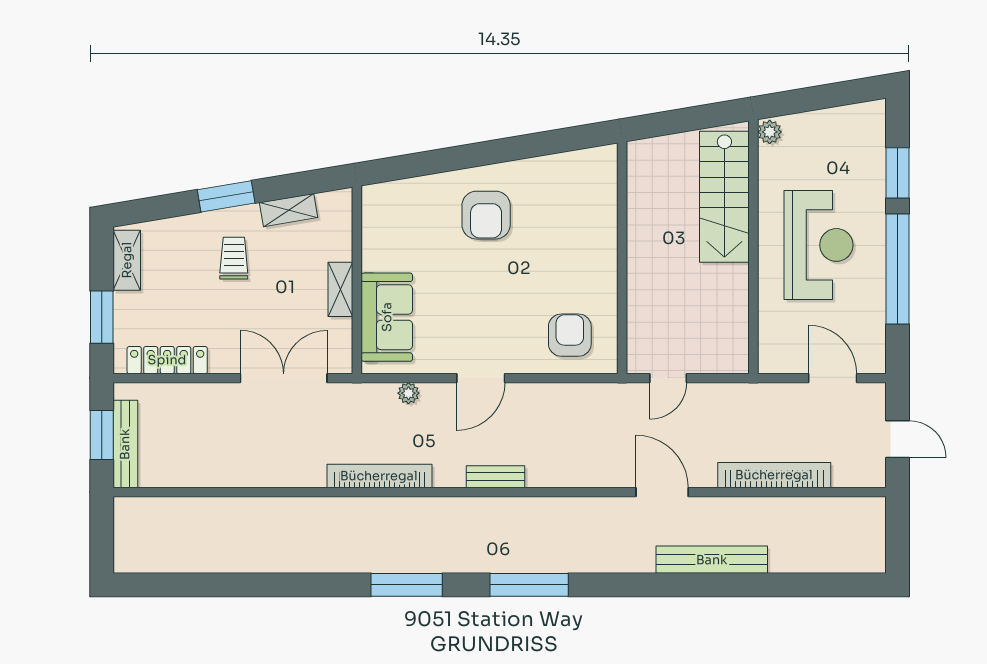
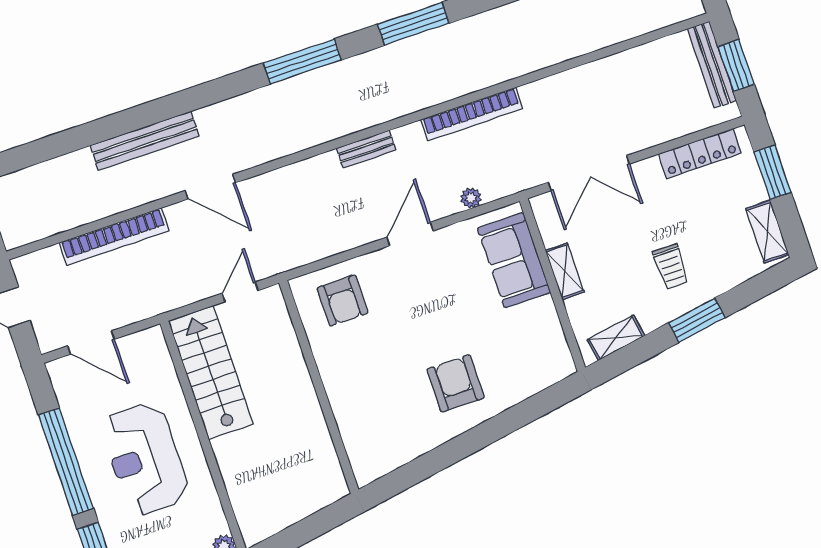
stairs: (724, 197) -> (211, 373), moved
shelving: (289, 210) -> (616, 338), moved

